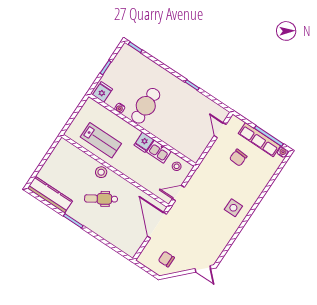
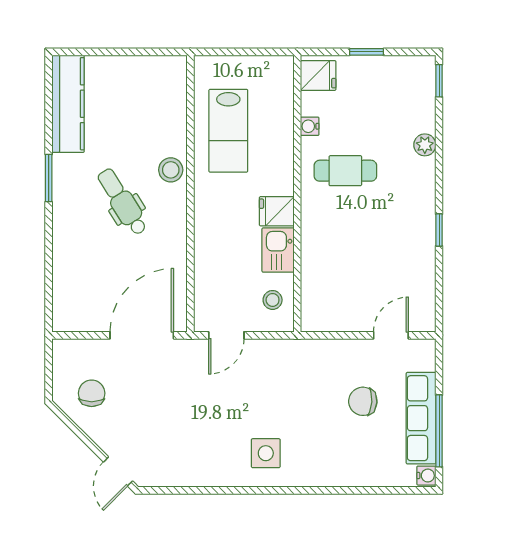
plant: (156, 69) -> (425, 145), added
cafe table: (146, 106) -> (345, 171), width x0.73, depth x0.74
door: (178, 193) -> (226, 335), swing flipped

